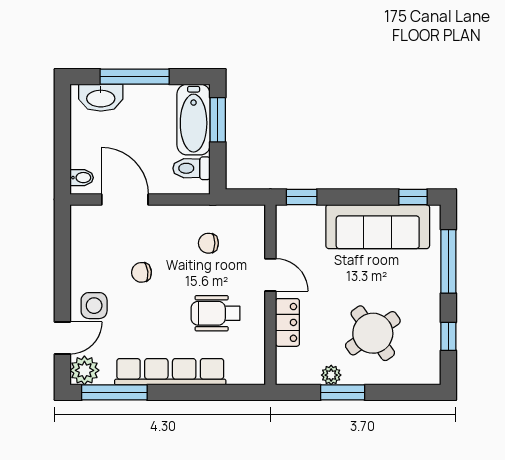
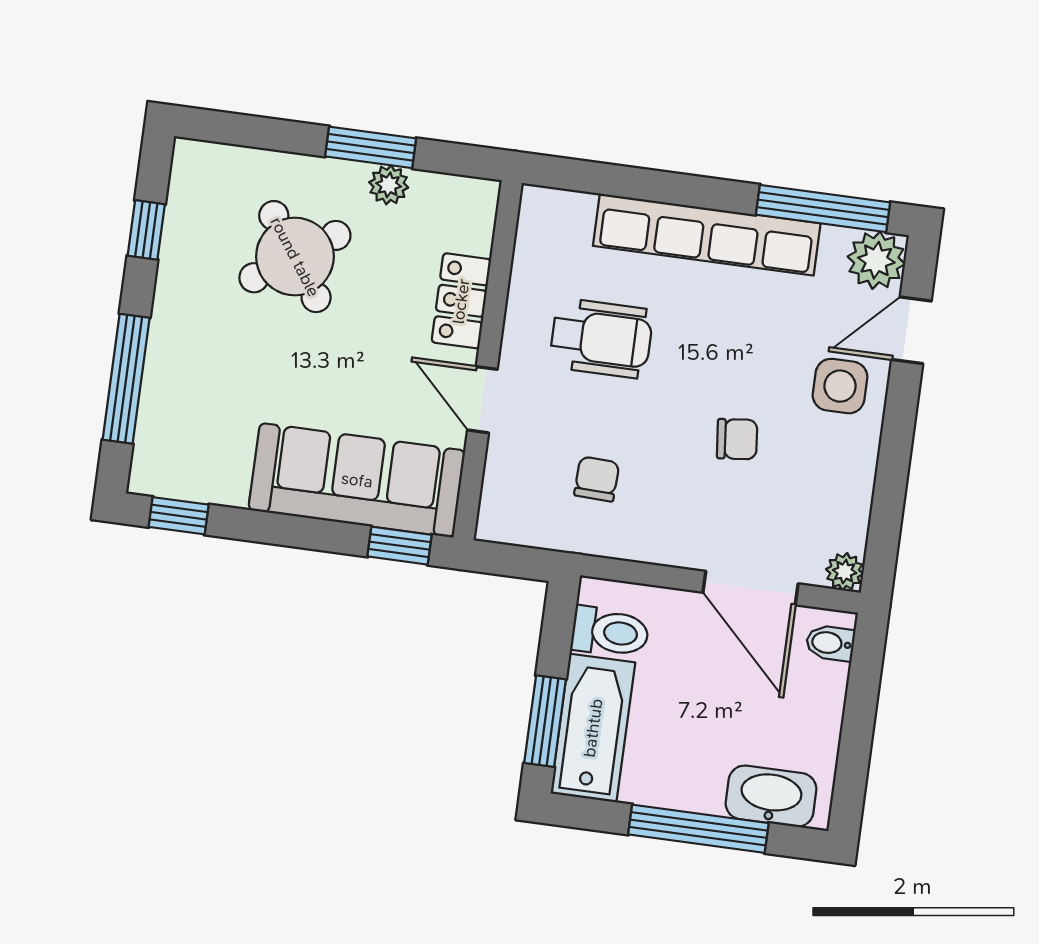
plant: (79, 214) -> (845, 572), added
sofa: (378, 227) -> (357, 480), moved
chair: (208, 243) -> (597, 479), turned -88

